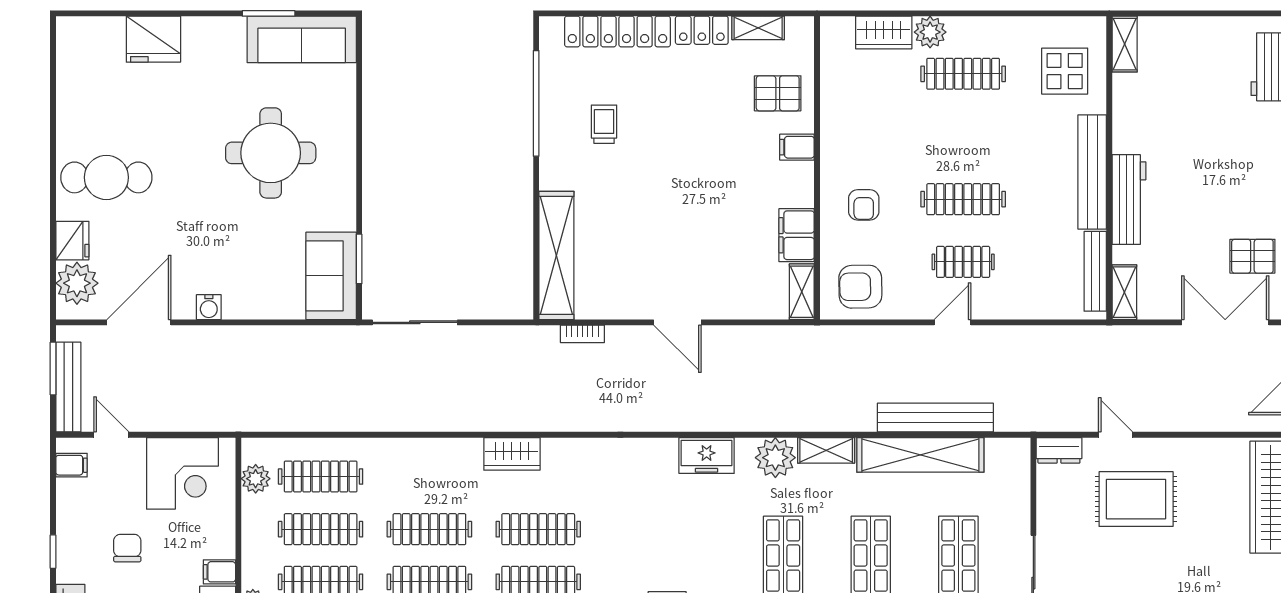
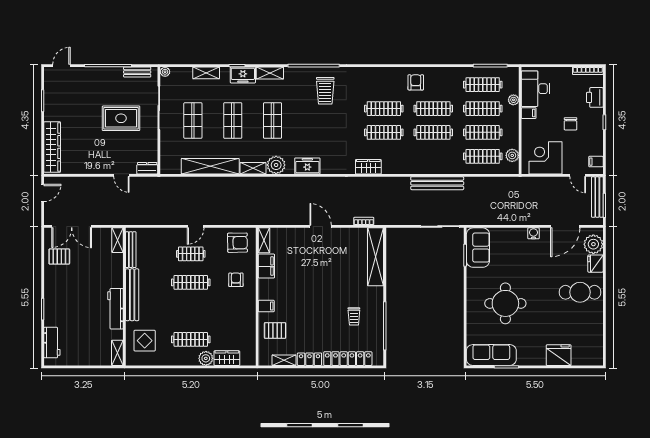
workbench: (1129, 200) -> (115, 309), moved
bench: (935, 417) -> (437, 183), moved
wardrobe: (512, 454) -> (368, 167), moved
rug: (1136, 499) -> (121, 118), moved

